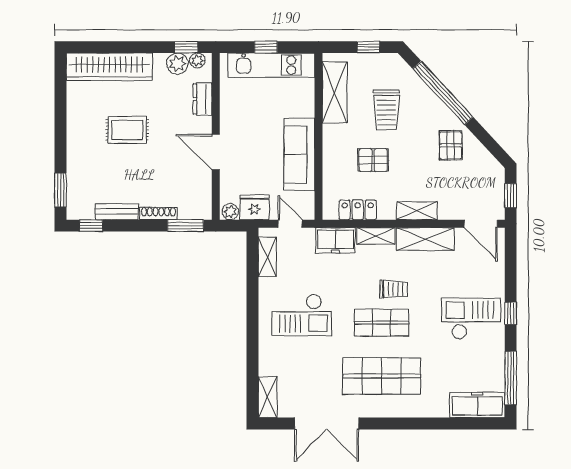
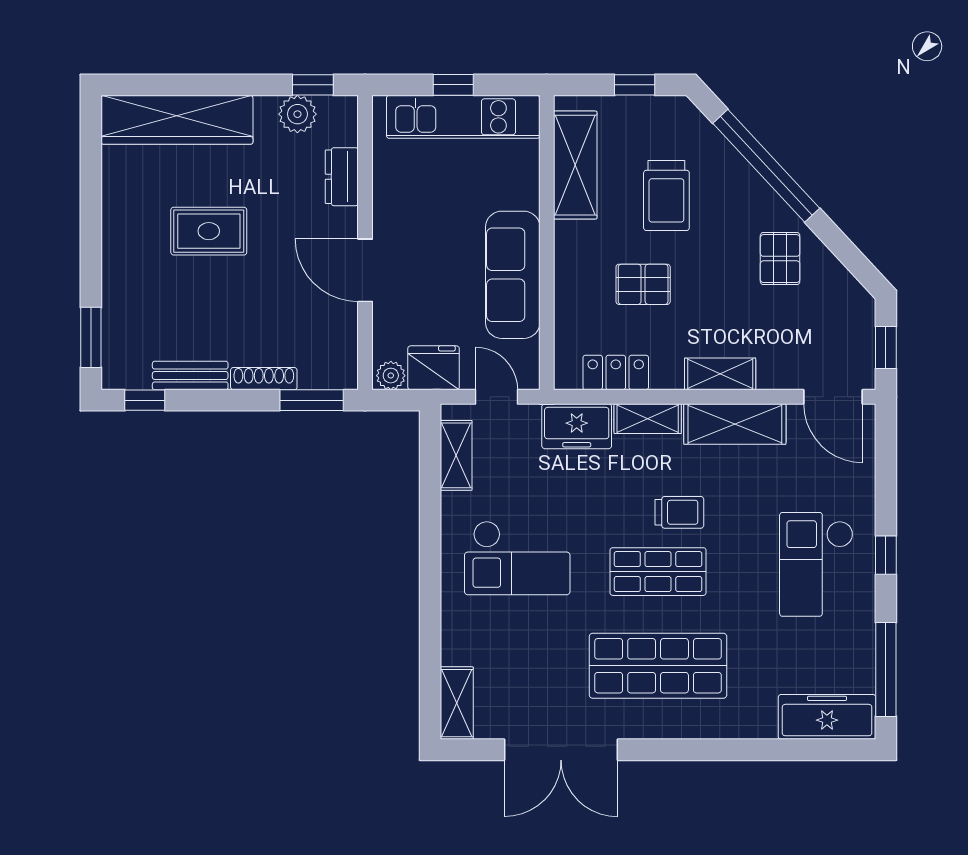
plant: (197, 61) -> (333, 109), removed
checkout: (471, 319) -> (816, 564), turned -90

